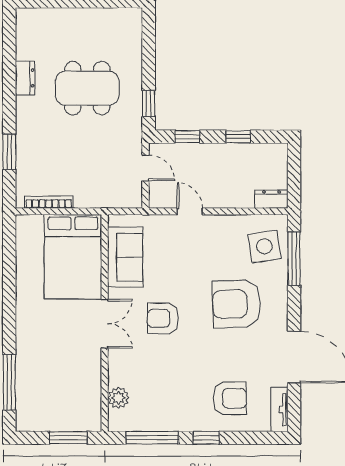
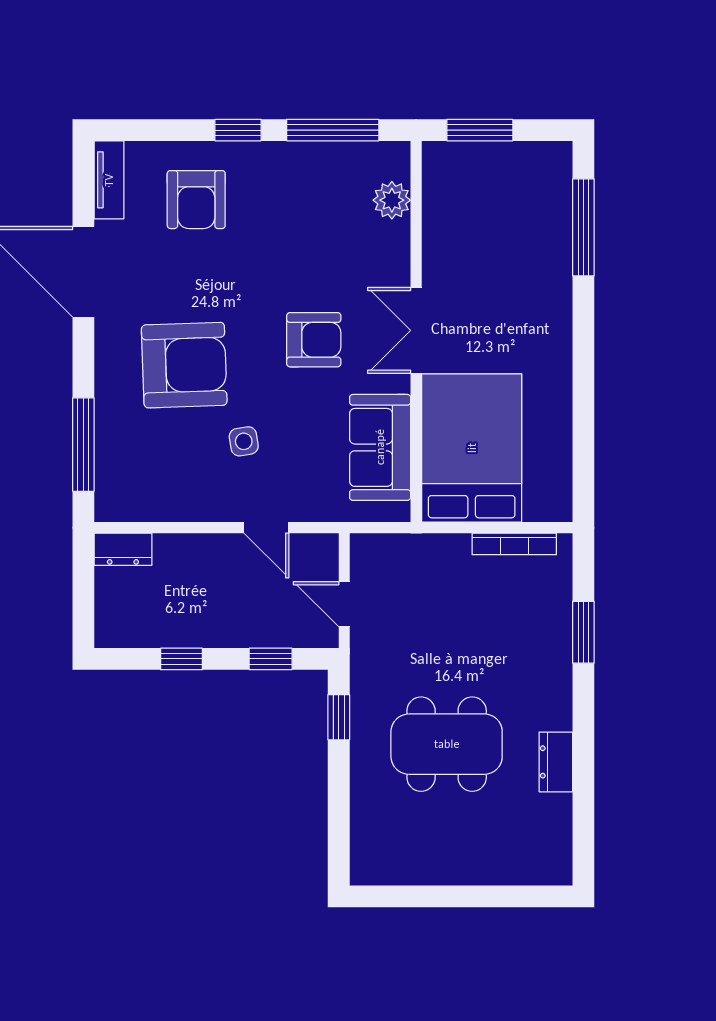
side table: (264, 246) -> (244, 441), moved, width x0.54, depth x0.54
armchair: (230, 398) -> (196, 200), turned -90

